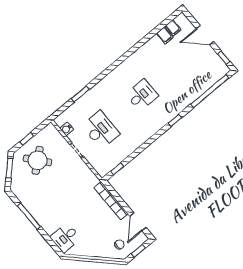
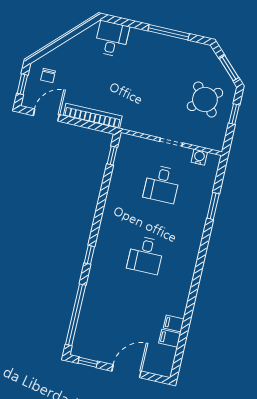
filing cabinet: (173, 28) -> (174, 324), moved
desk: (101, 130) -> (162, 184), width x0.73
door: (138, 222) -> (46, 115), hinge flipped

